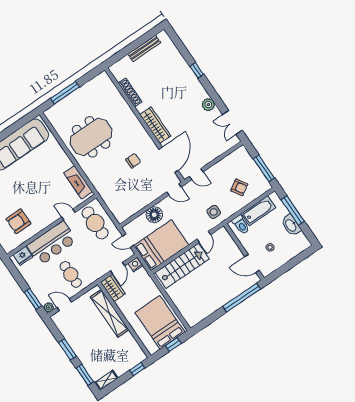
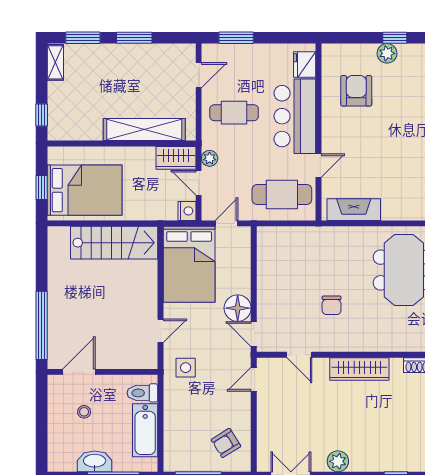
door: (169, 160) -> (299, 355), width x0.53
armchair: (239, 187) -> (226, 443), moved
door: (174, 189) -> (254, 334), hinge flipped
floor lamp: (154, 215) -> (238, 308), moved
door: (204, 237) -> (161, 331), swing flipped
stairs: (182, 266) -> (114, 243), moved, turned -90
plant: (49, 307) -> (210, 158), moved

